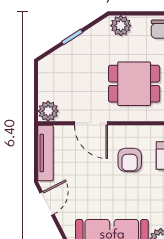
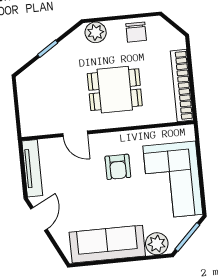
plant: (48, 111) -> (31, 126), removed
door: (91, 123) -> (75, 134), width x0.73

